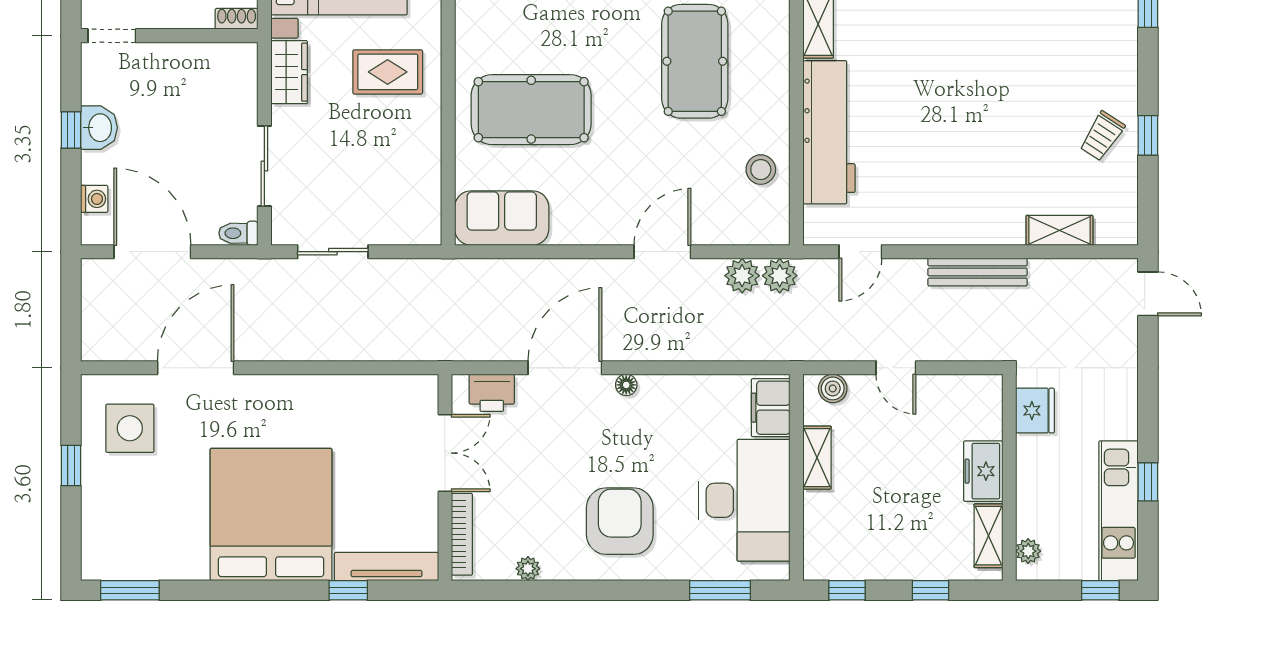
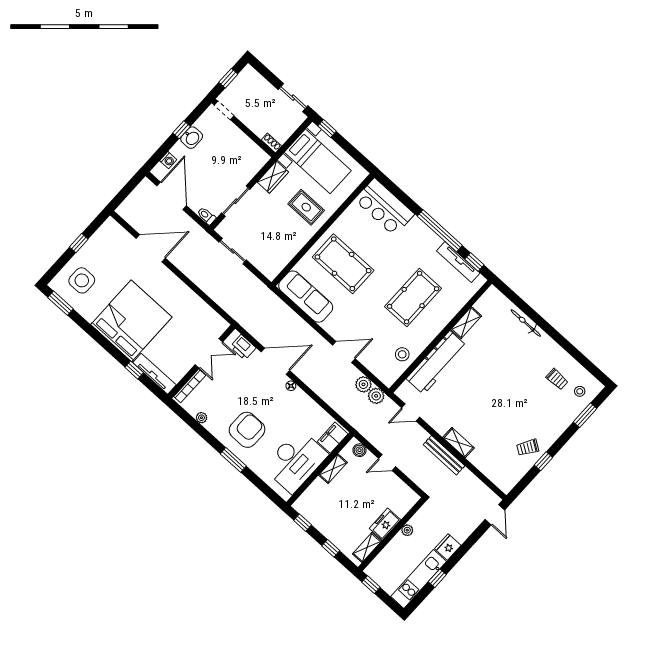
sofa: (502, 218) -> (306, 297), width x1.36
shelving: (1059, 230) -> (458, 443), moved
door: (896, 368) -> (387, 463), hinge flipped
fridge: (1035, 411) -> (448, 547), moved, turned 180
side table: (130, 428) -> (82, 280), moved
plant: (1028, 551) -> (407, 530), moved
window: (720, 590) -> (233, 460), moved
window: (1100, 590) -> (371, 585), moved

